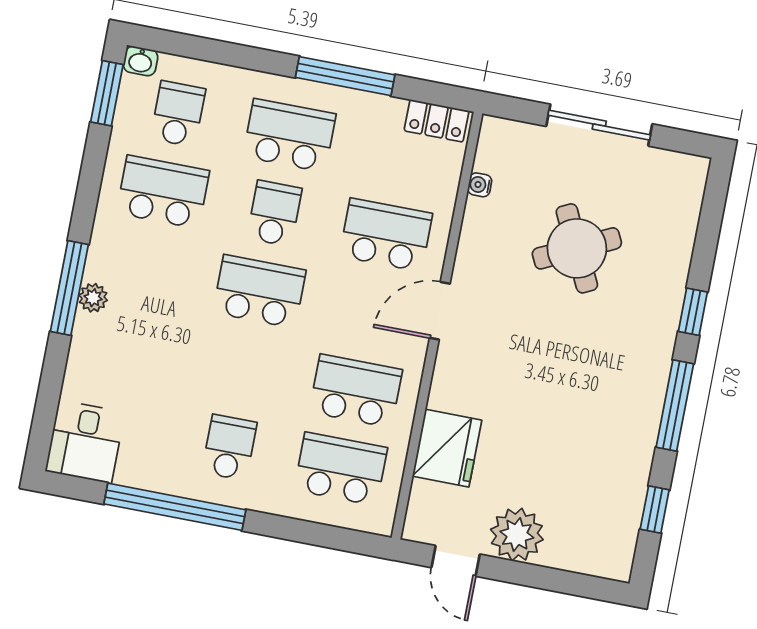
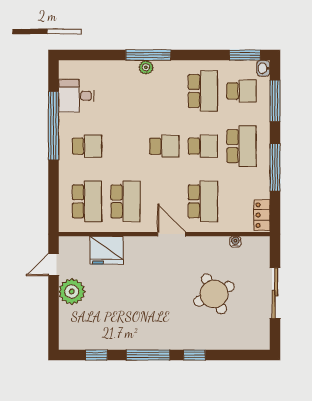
window: (211, 50) -> (275, 101), added
school desk: (259, 291) -> (164, 146), width x0.54
desk: (85, 442) -> (76, 96), moved

